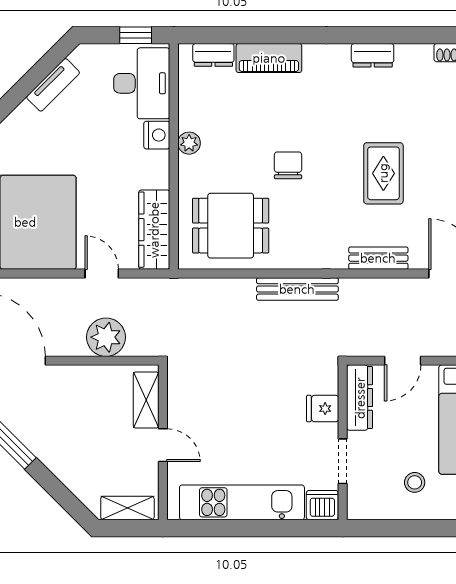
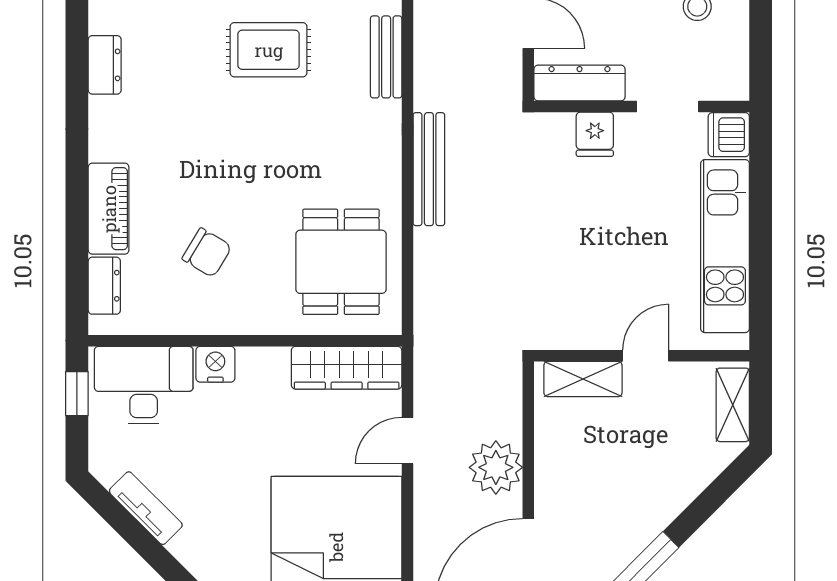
plant: (189, 143) -> (227, 319), removed
chair: (288, 165) -> (207, 253), moved, turned -149
plant: (106, 337) -> (496, 467), moved

